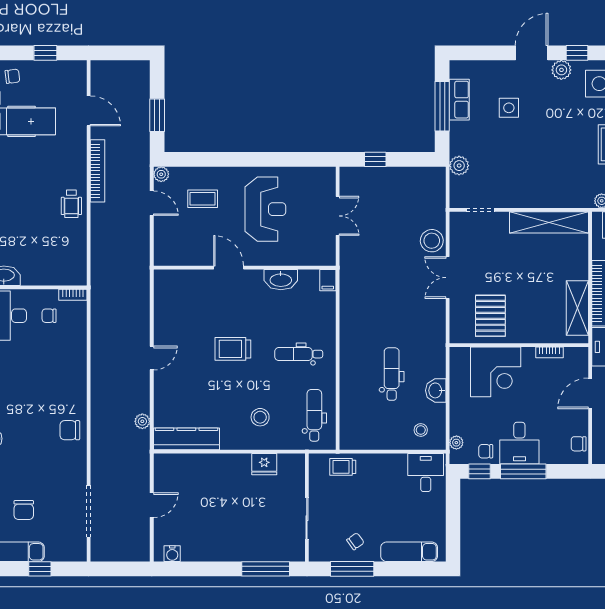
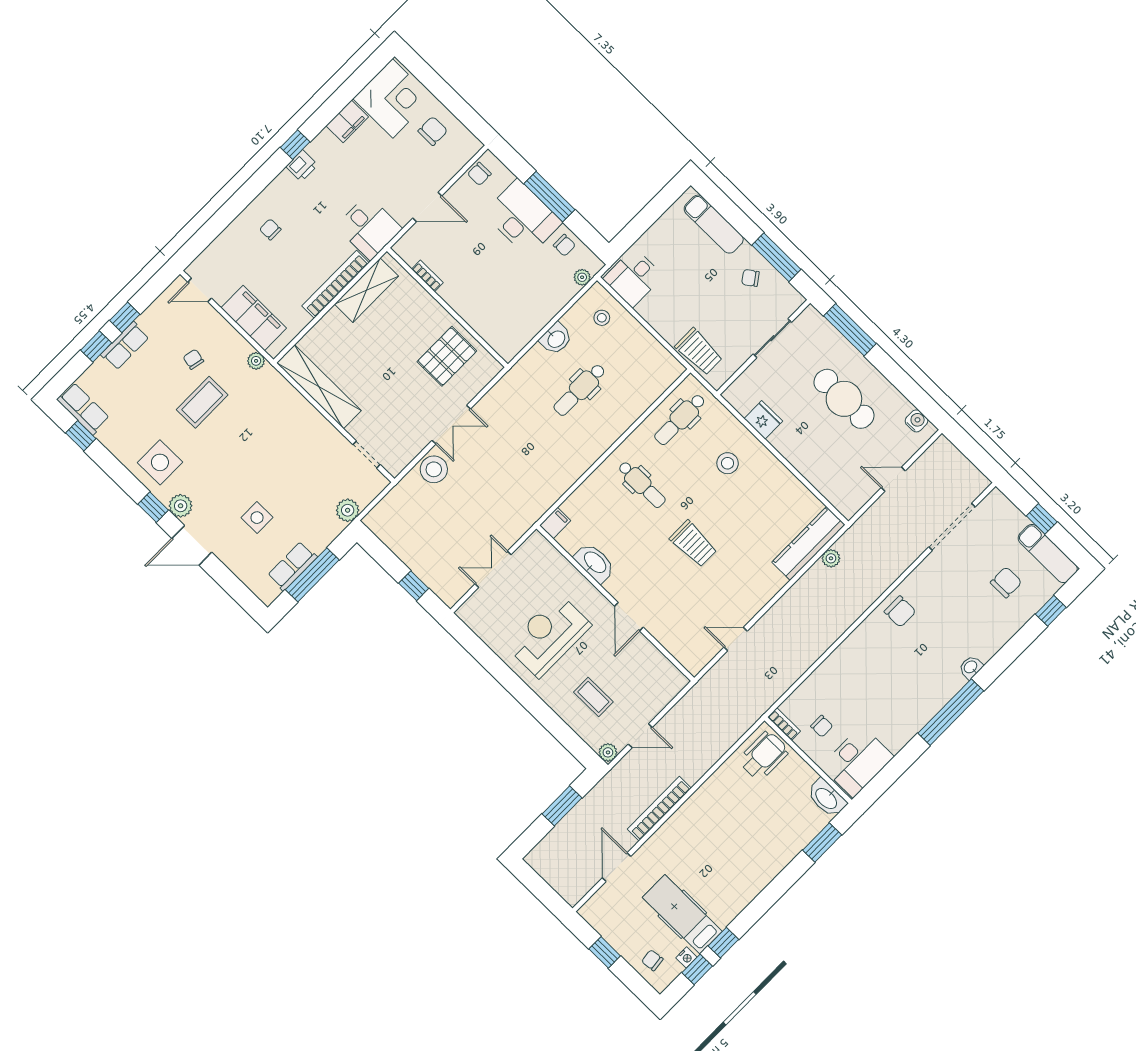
door: (152, 203) -> (640, 736), swing flipped
wheelchair: (71, 204) -> (764, 756), moved, width x1.36, depth x1.37
door: (152, 358) -> (736, 639), moved
corner desk: (496, 372) -> (490, 304), removed
kitchen counter: (186, 439) -> (808, 543), moved, turned 90
desk: (519, 443) -> (523, 218), width x1.37
chair: (579, 444) -> (479, 174), turned 90
trolley: (343, 467) -> (699, 352), width x1.36, depth x1.39
window: (479, 471) -> (587, 233), removed
cafe table: (228, 524) -> (844, 399), added

